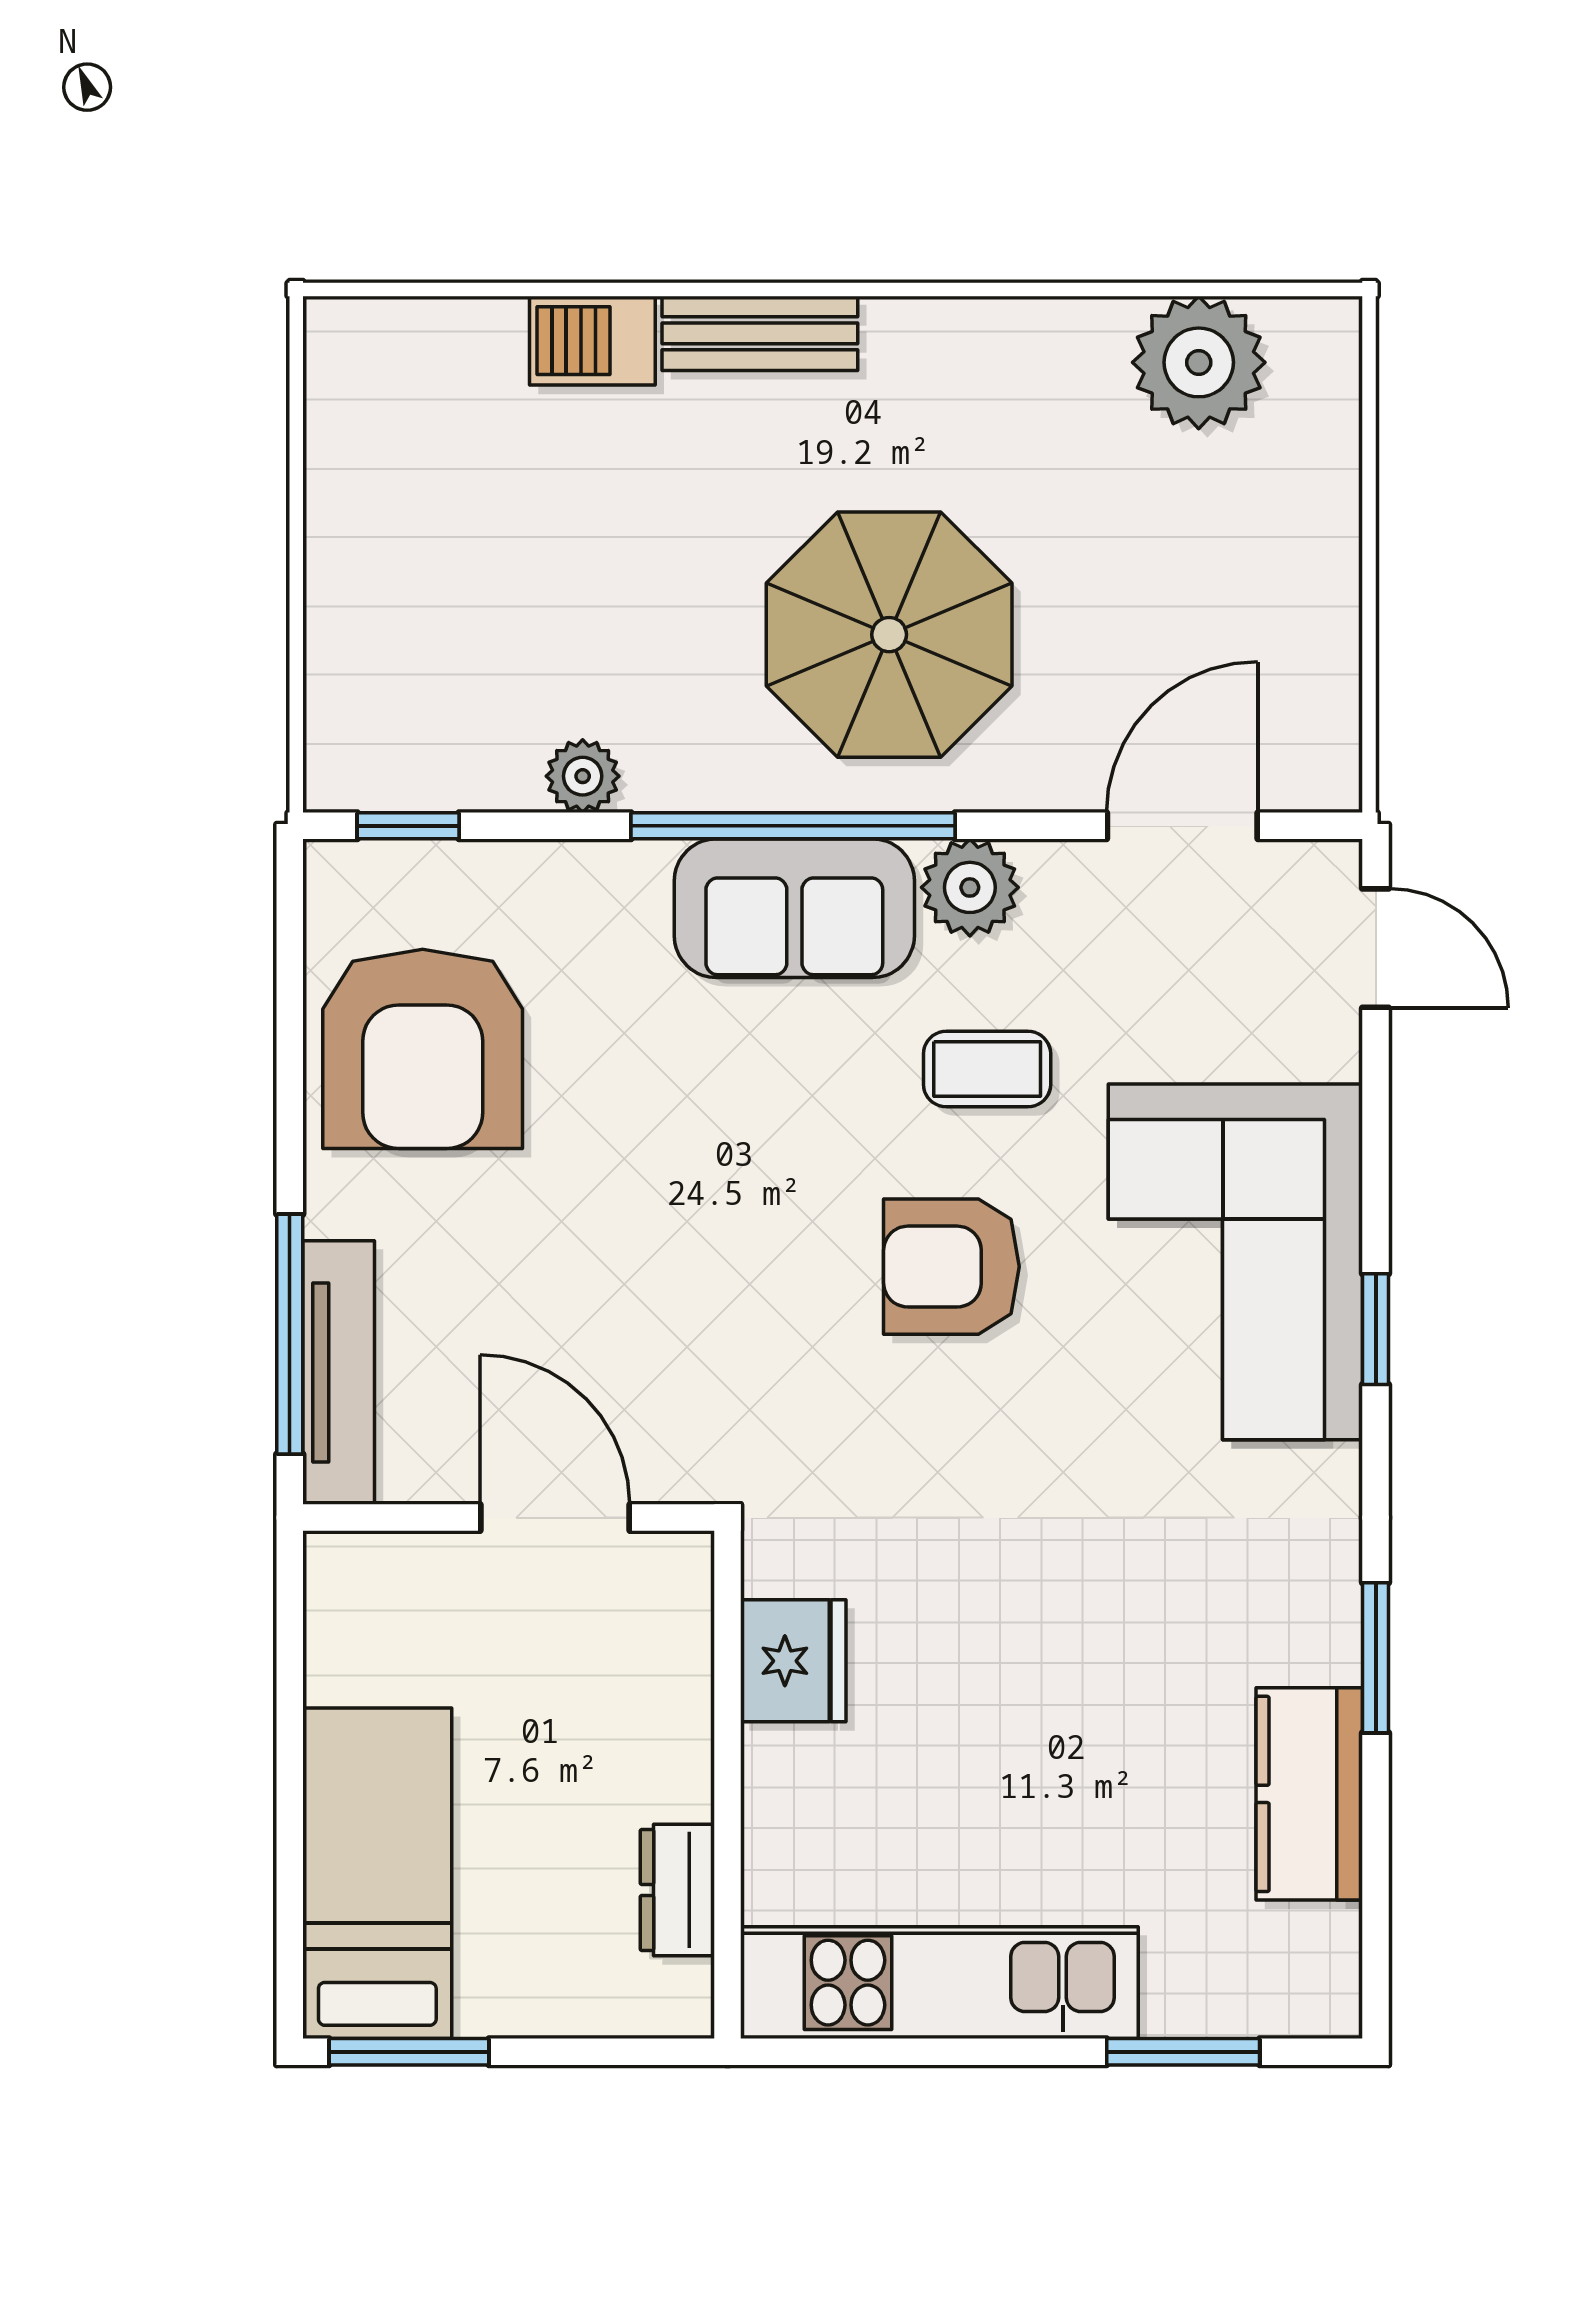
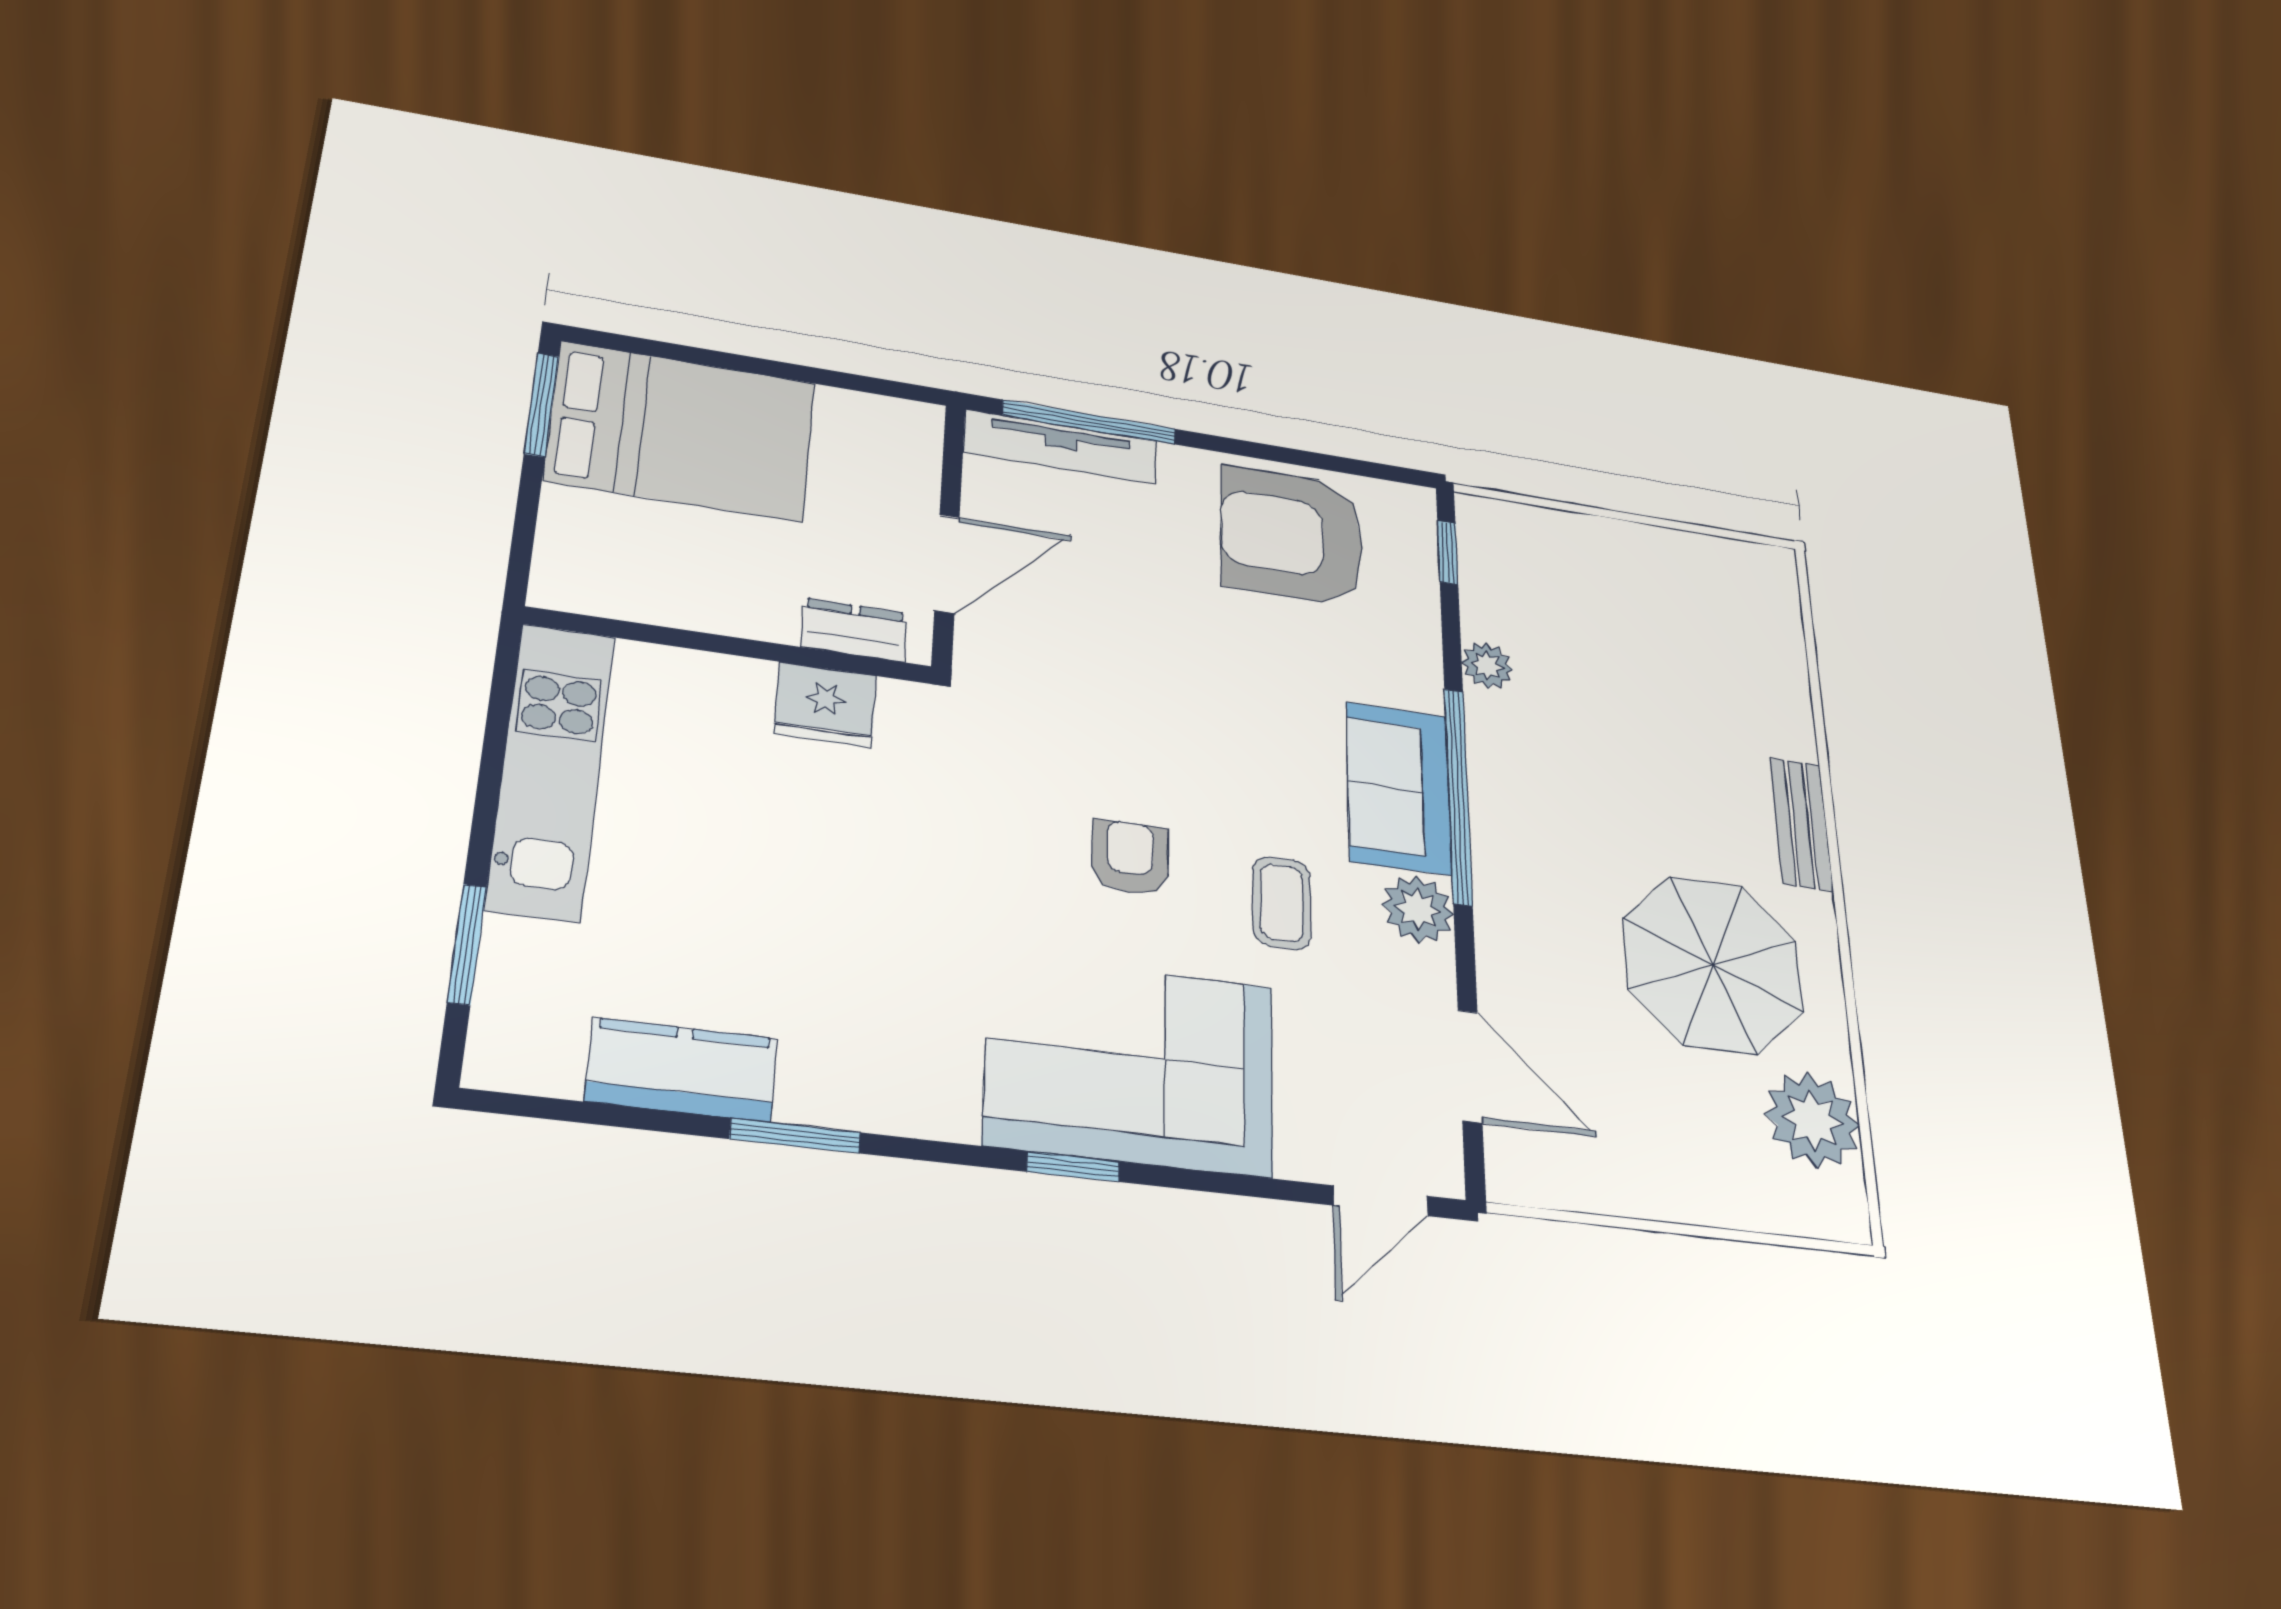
barbecue: (592, 341) -> (1785, 718), removed
parasol: (889, 635) -> (1713, 965), moved
armchair: (951, 1267) -> (1130, 858), width x0.72, depth x0.72
bed: (377, 1873) -> (681, 431), width x1.50
dresser: (677, 1890) -> (854, 630), moved

